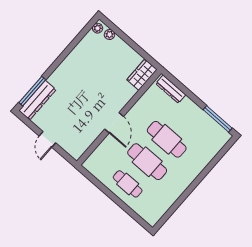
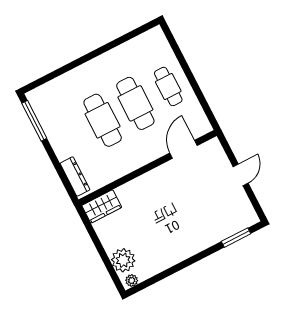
plant: (109, 35) -> (123, 260), width x1.87, depth x1.87
window: (32, 91) -> (236, 238), width x0.69
dresser: (38, 100) -> (234, 225), removed
door: (114, 123) -> (184, 149), moved

